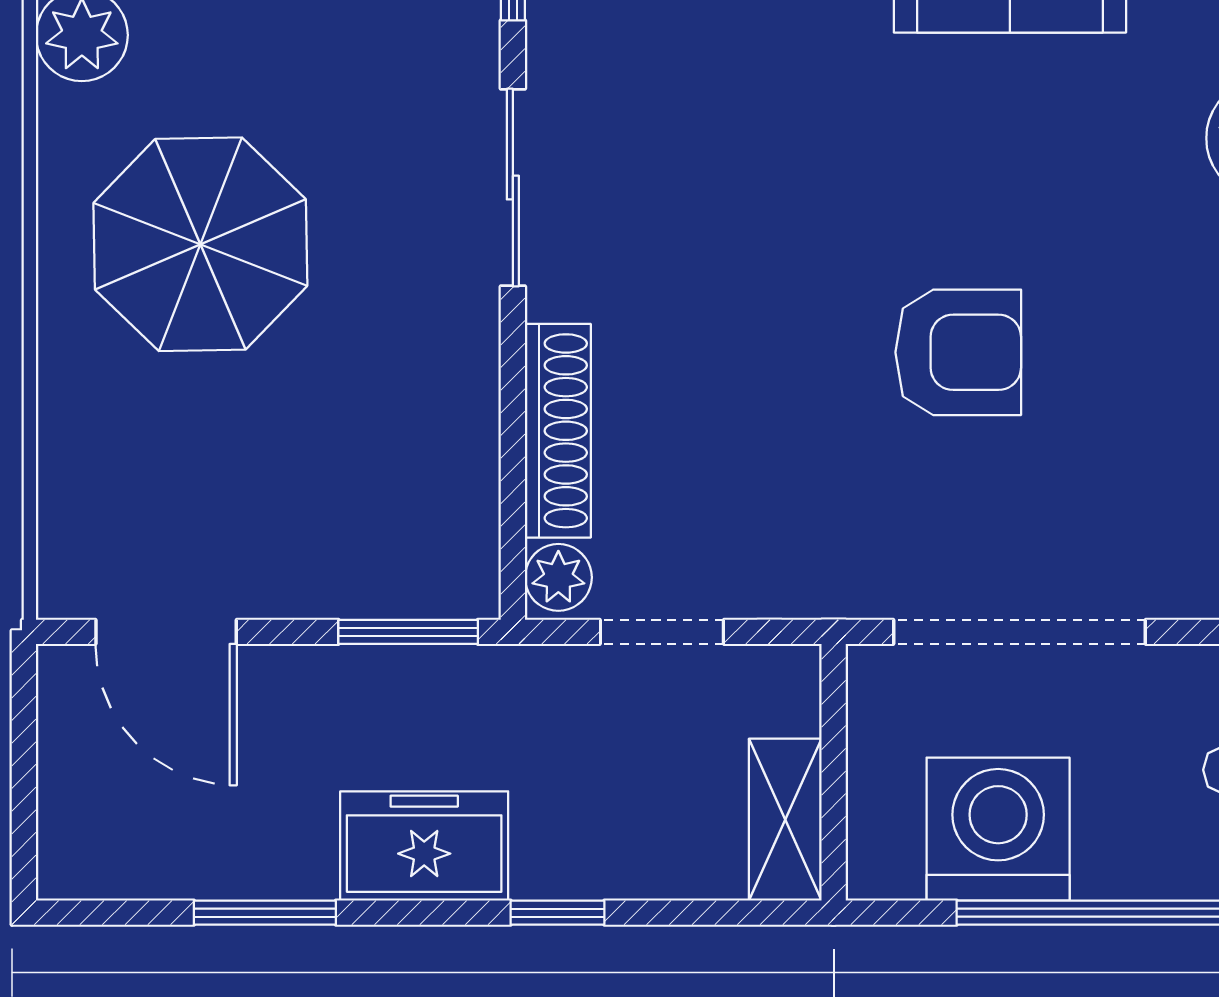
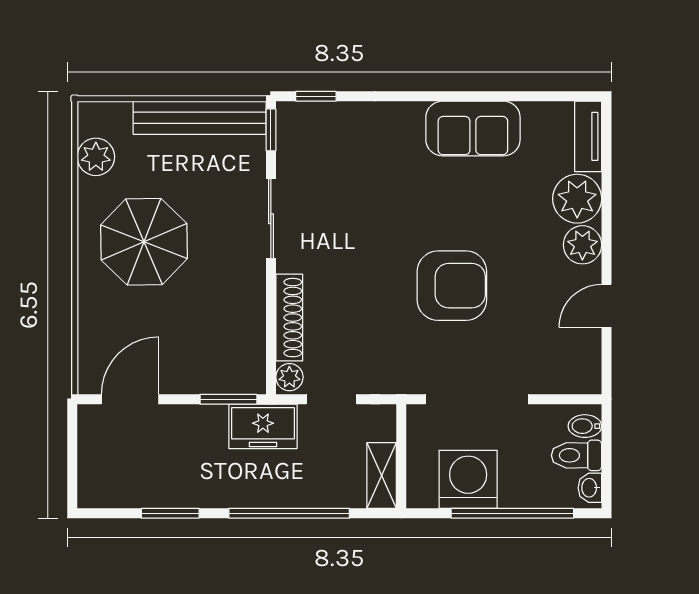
armchair: (958, 352) -> (452, 286), width x1.36, depth x1.36
door: (166, 632) -> (130, 399), swing flipped
freezer: (424, 846) -> (263, 426), moved, turned 180
window: (557, 913) -> (289, 513), width x3.17

